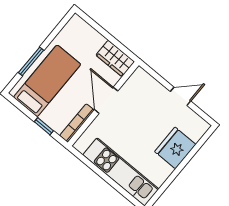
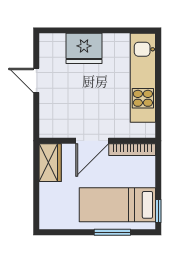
window: (44, 126) -> (158, 211), moved

